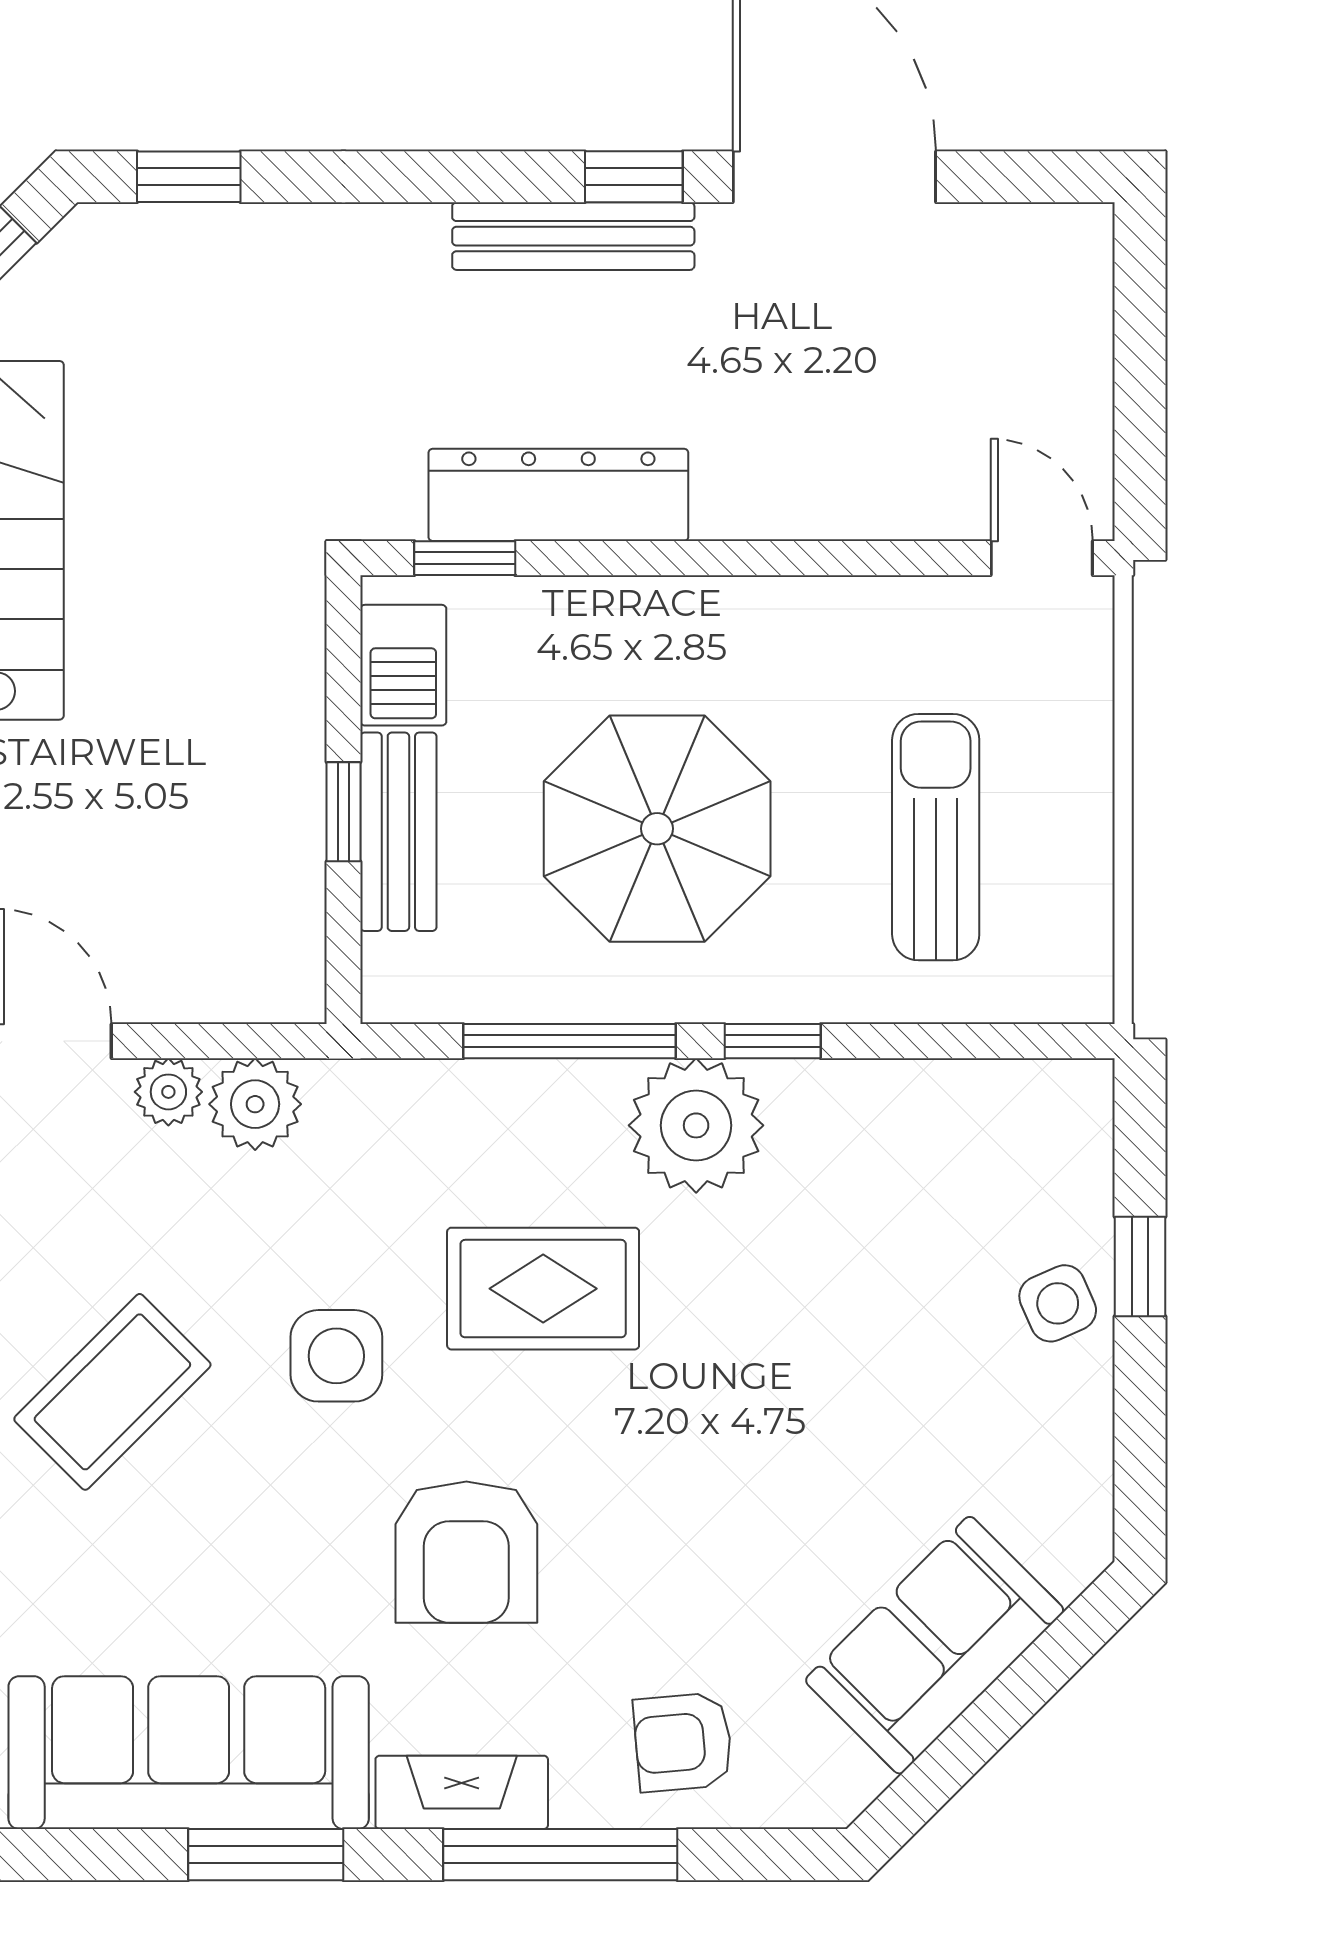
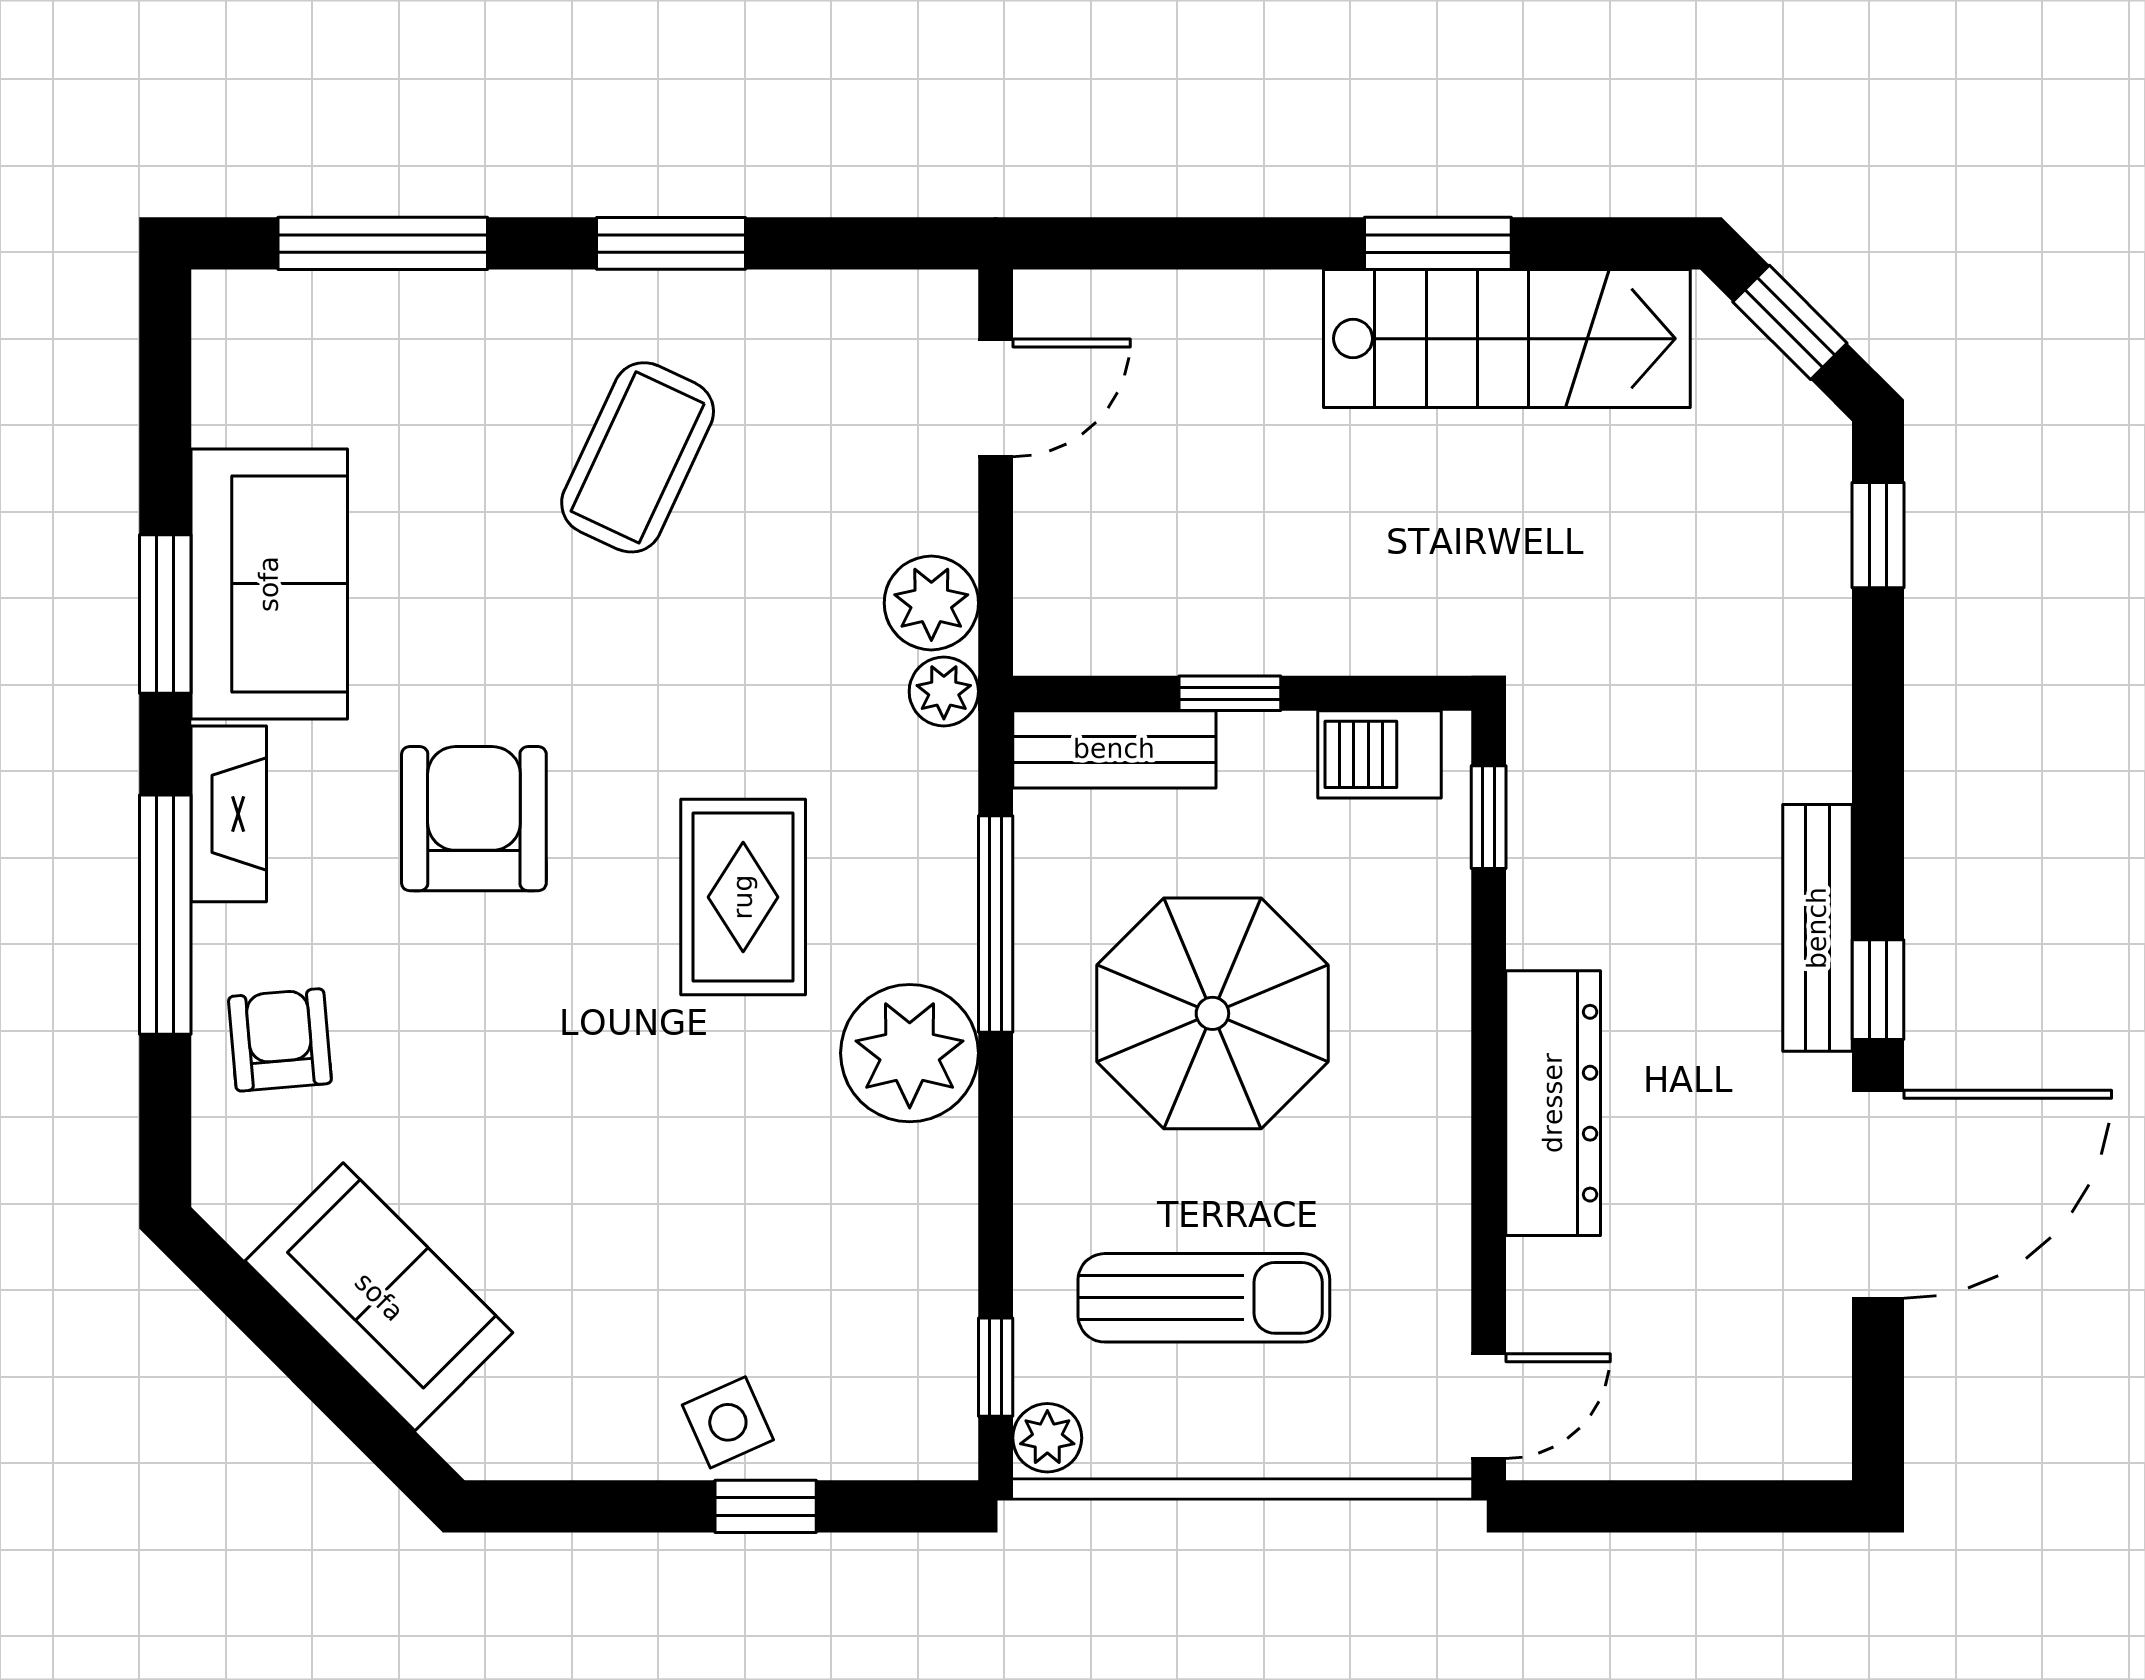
dresser: (558, 495) -> (1553, 1103), moved
bench: (398, 832) -> (1114, 749), moved
plant: (1073, 991) -> (1047, 1438), added
window: (773, 1041) -> (996, 1367), moved
plant: (168, 1092) -> (944, 691), moved
side table: (336, 1356) -> (674, 686), removed
coffee table: (112, 1392) -> (638, 457), turned 70
armchair: (466, 1552) -> (474, 819), turned 90
sofa: (189, 1753) -> (269, 584), width x0.73

